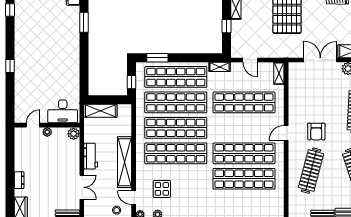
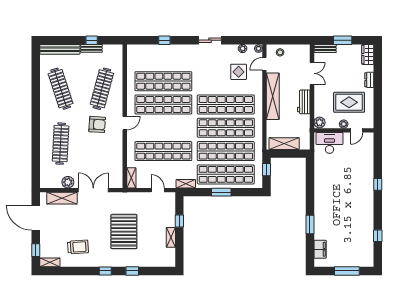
window: (157, 58) -> (221, 192), moved
double door: (320, 60) -> (93, 190), swing flipped
shelving: (100, 111) -> (284, 144), moved
armchair: (316, 132) -> (97, 124), turned 94
rug: (41, 156) -> (349, 102), added
double door: (82, 187) -> (312, 73), swing flipped
door: (134, 198) -> (264, 64), swing flipped

